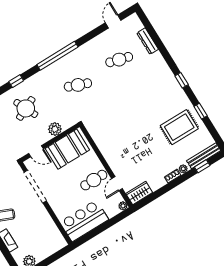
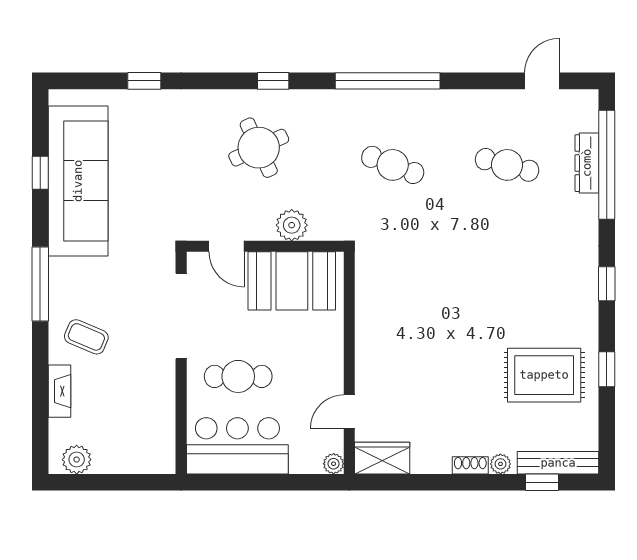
window: (155, 37) -> (607, 165), added
cafe table: (94, 180) -> (238, 376), moved

